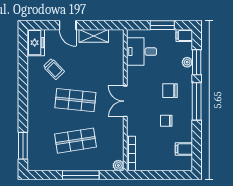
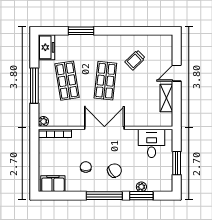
filing cabinet: (184, 36) -> (167, 184), removed
freezer: (36, 43) -> (46, 47), moved, turned -90
chair: (170, 91) -> (114, 171), turned 56
double door: (125, 101) -> (104, 128), width x1.37
window: (23, 146) -> (81, 31), moved
filing cabinet: (184, 149) -> (53, 184), width x2.00

